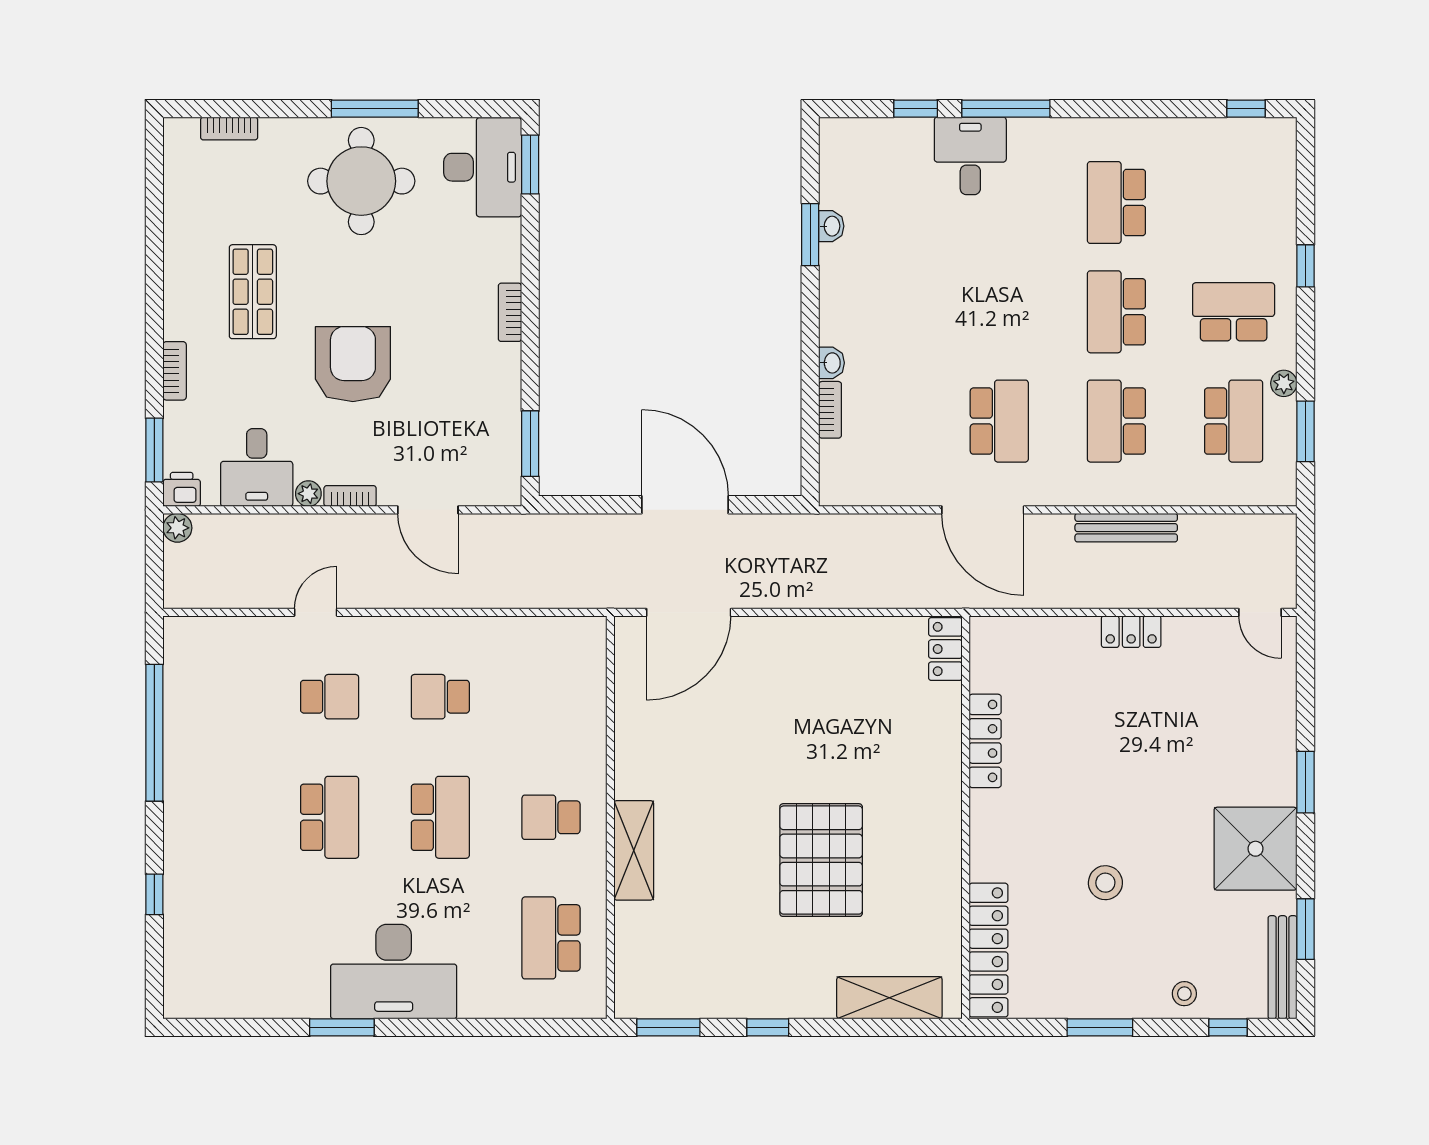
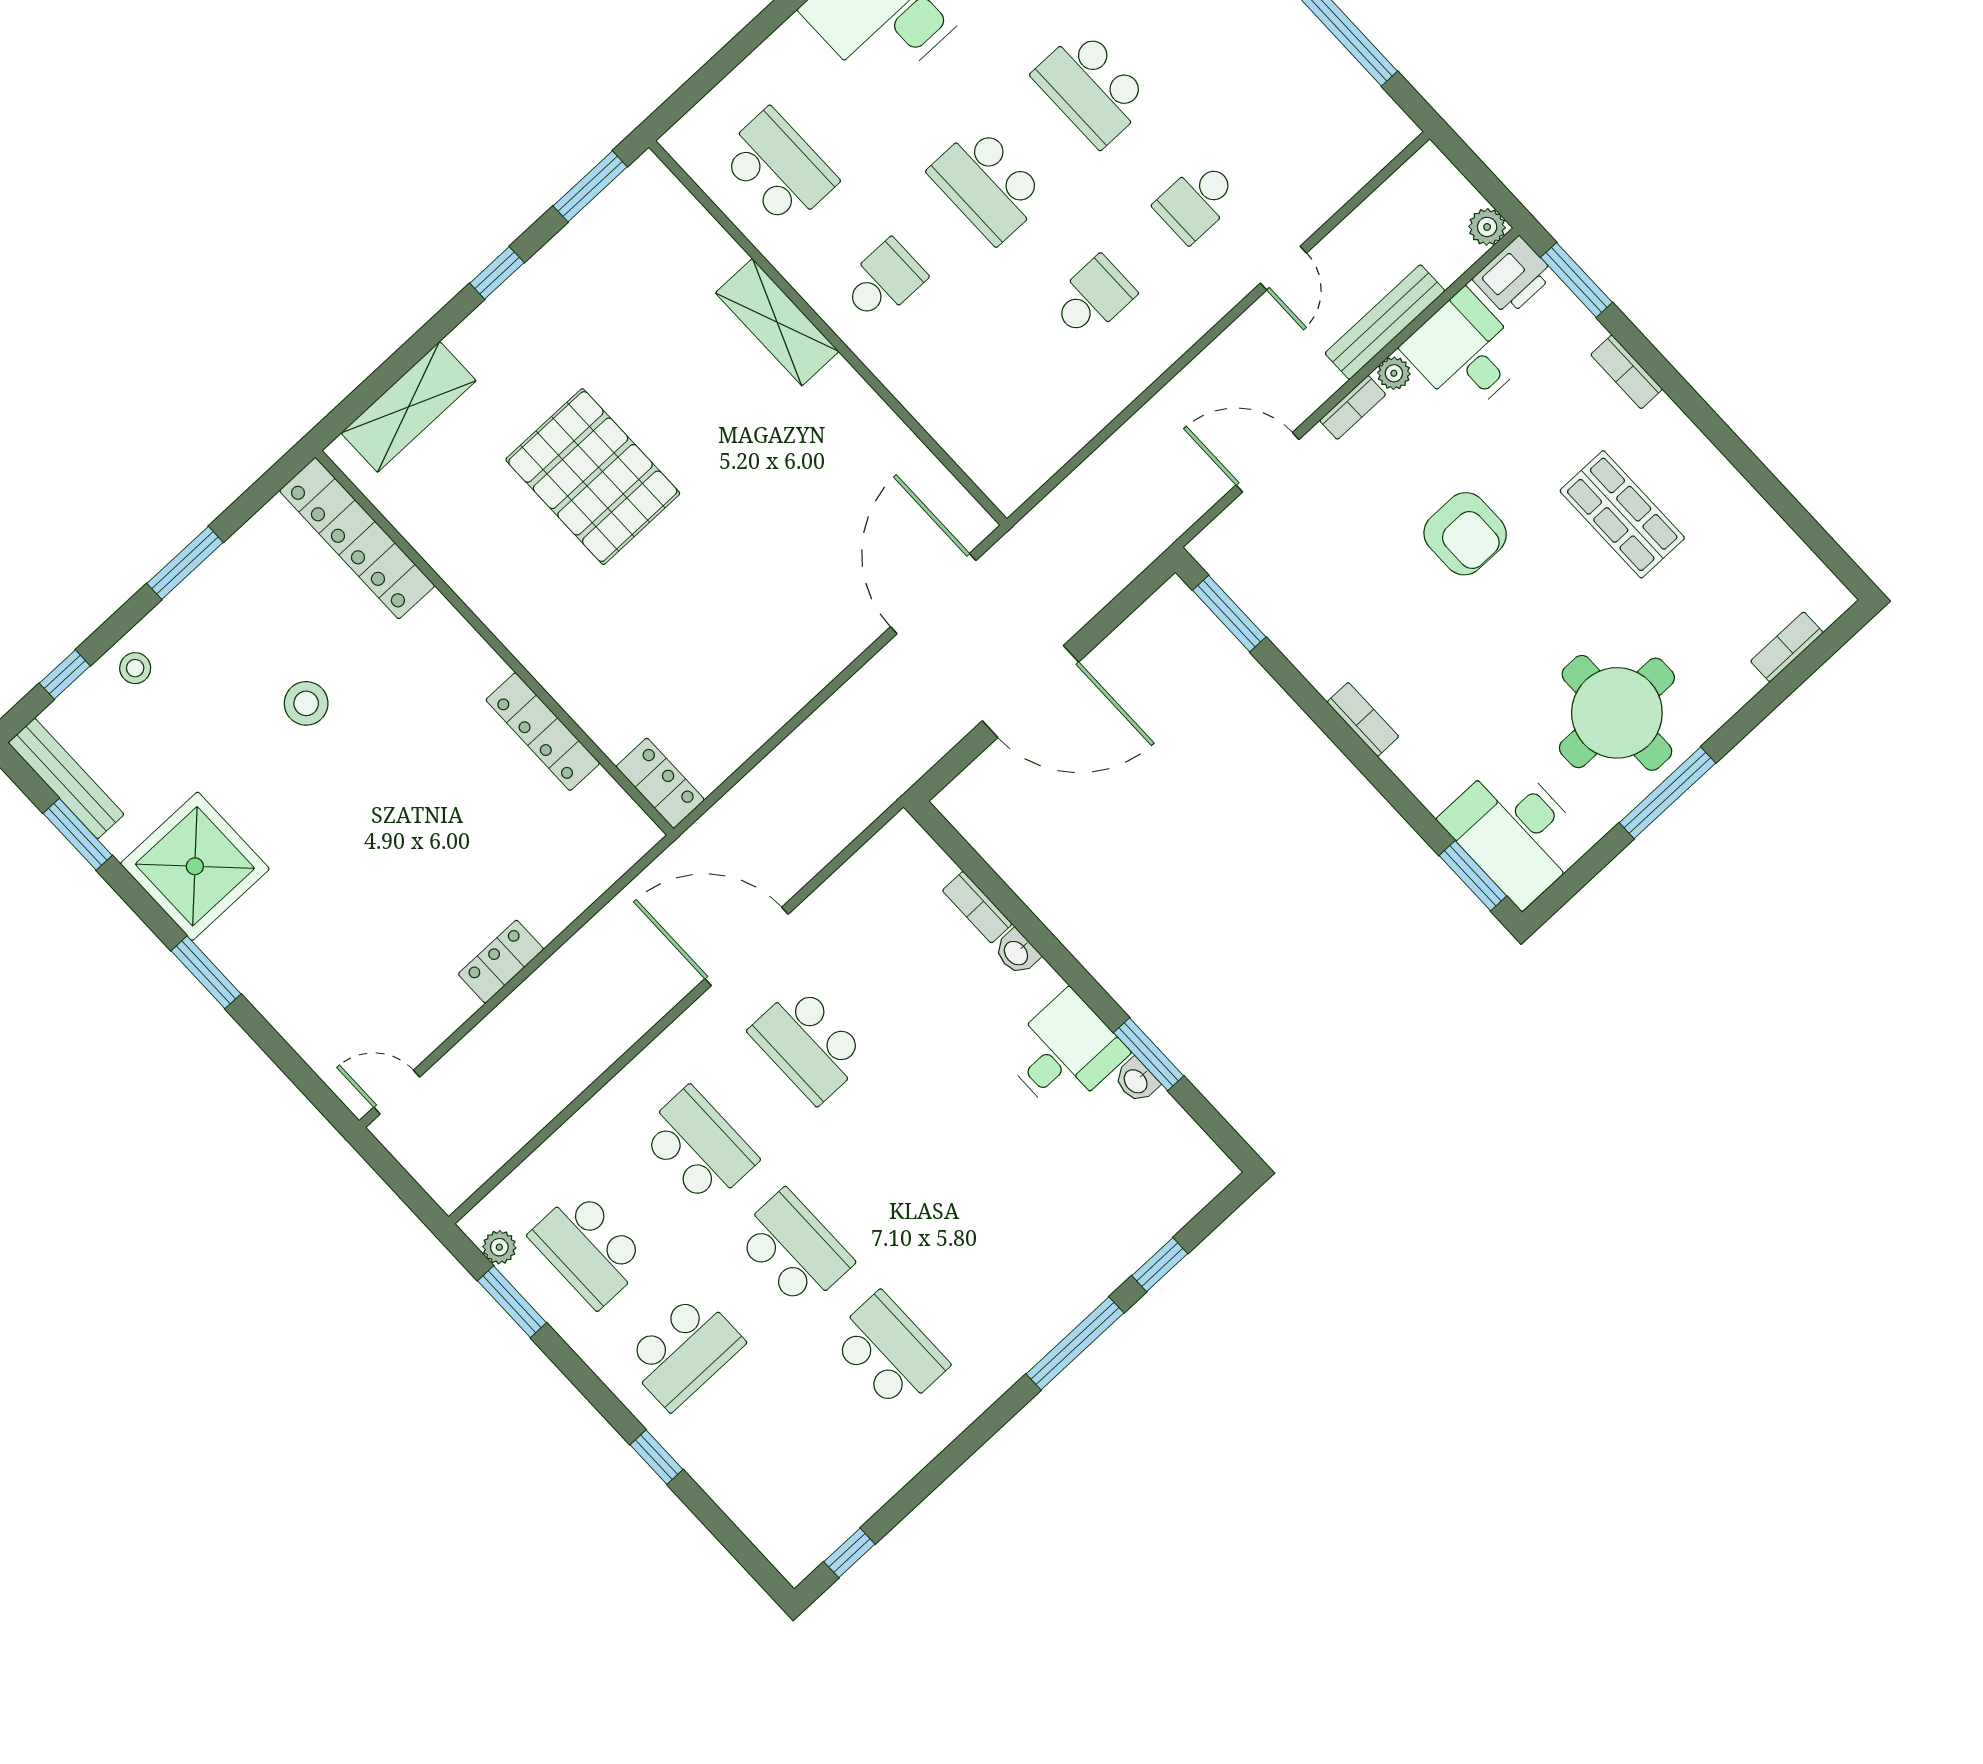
desk: (970, 156) -> (1064, 1053), moved, turned -90
armchair: (353, 364) -> (1465, 534), width x0.73, depth x0.73
plant: (1284, 383) -> (499, 1247), moved
printer: (182, 489) -> (1514, 276), width x1.36, depth x1.24
bench: (1126, 528) -> (1385, 322), moved

